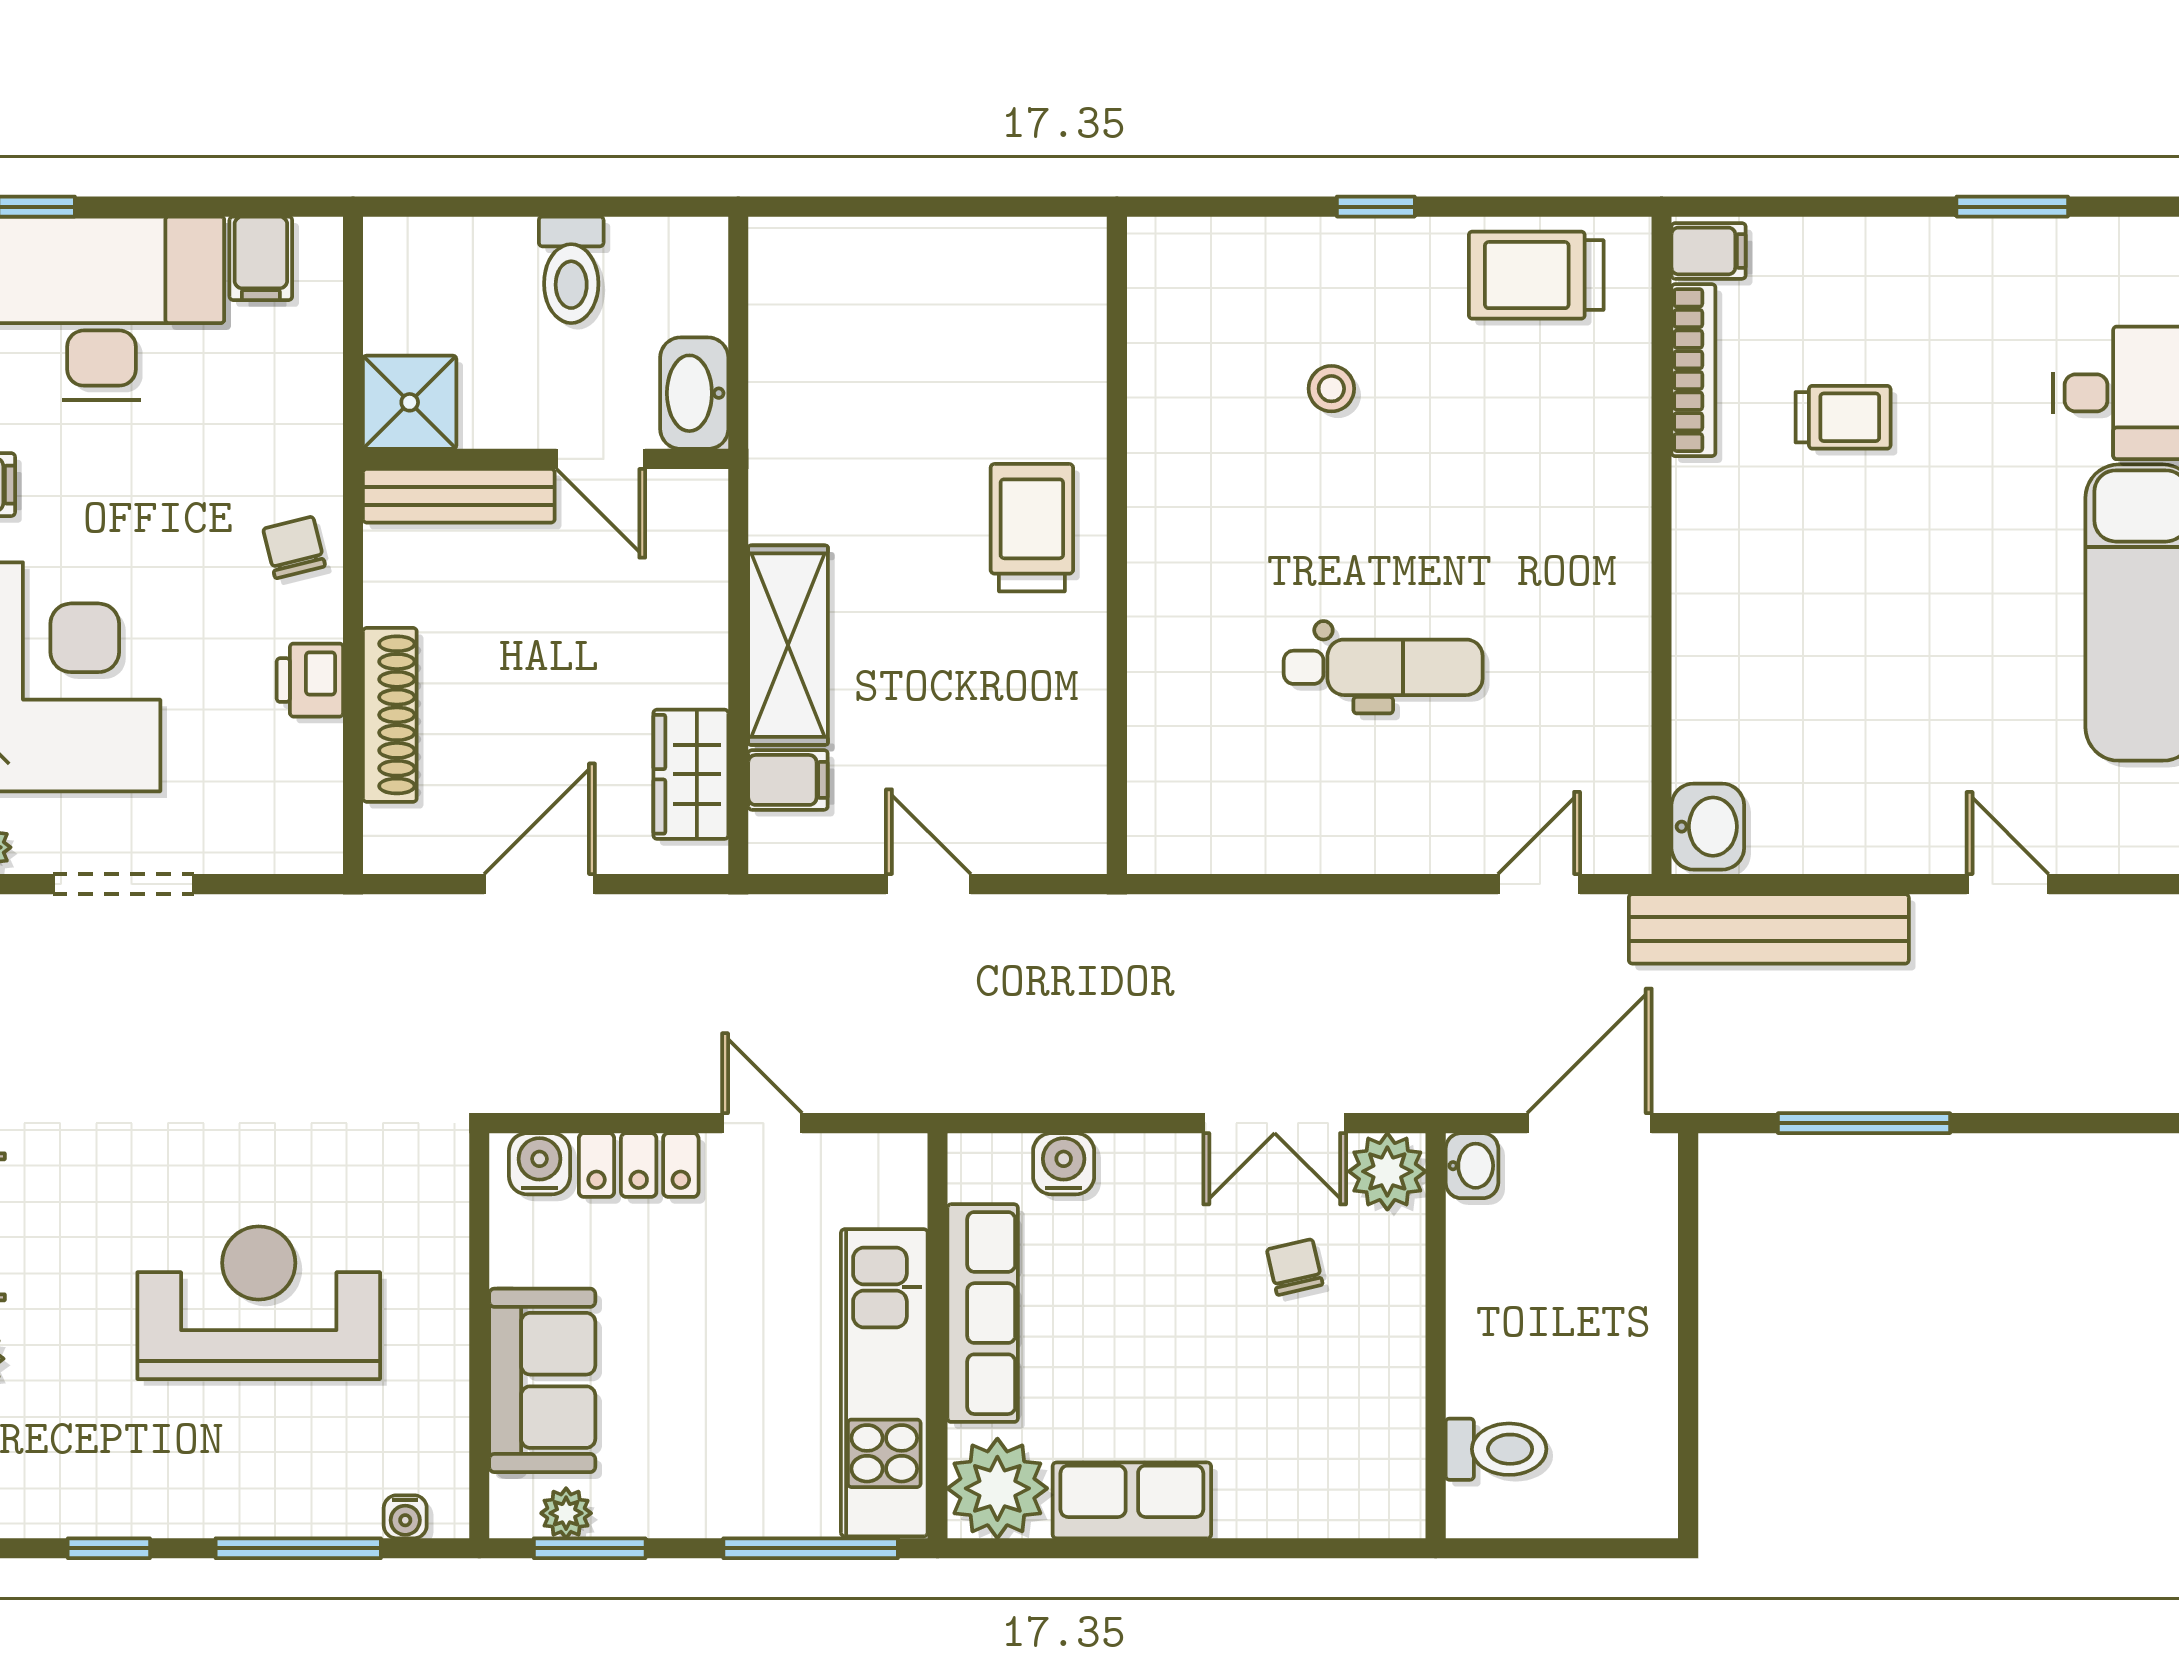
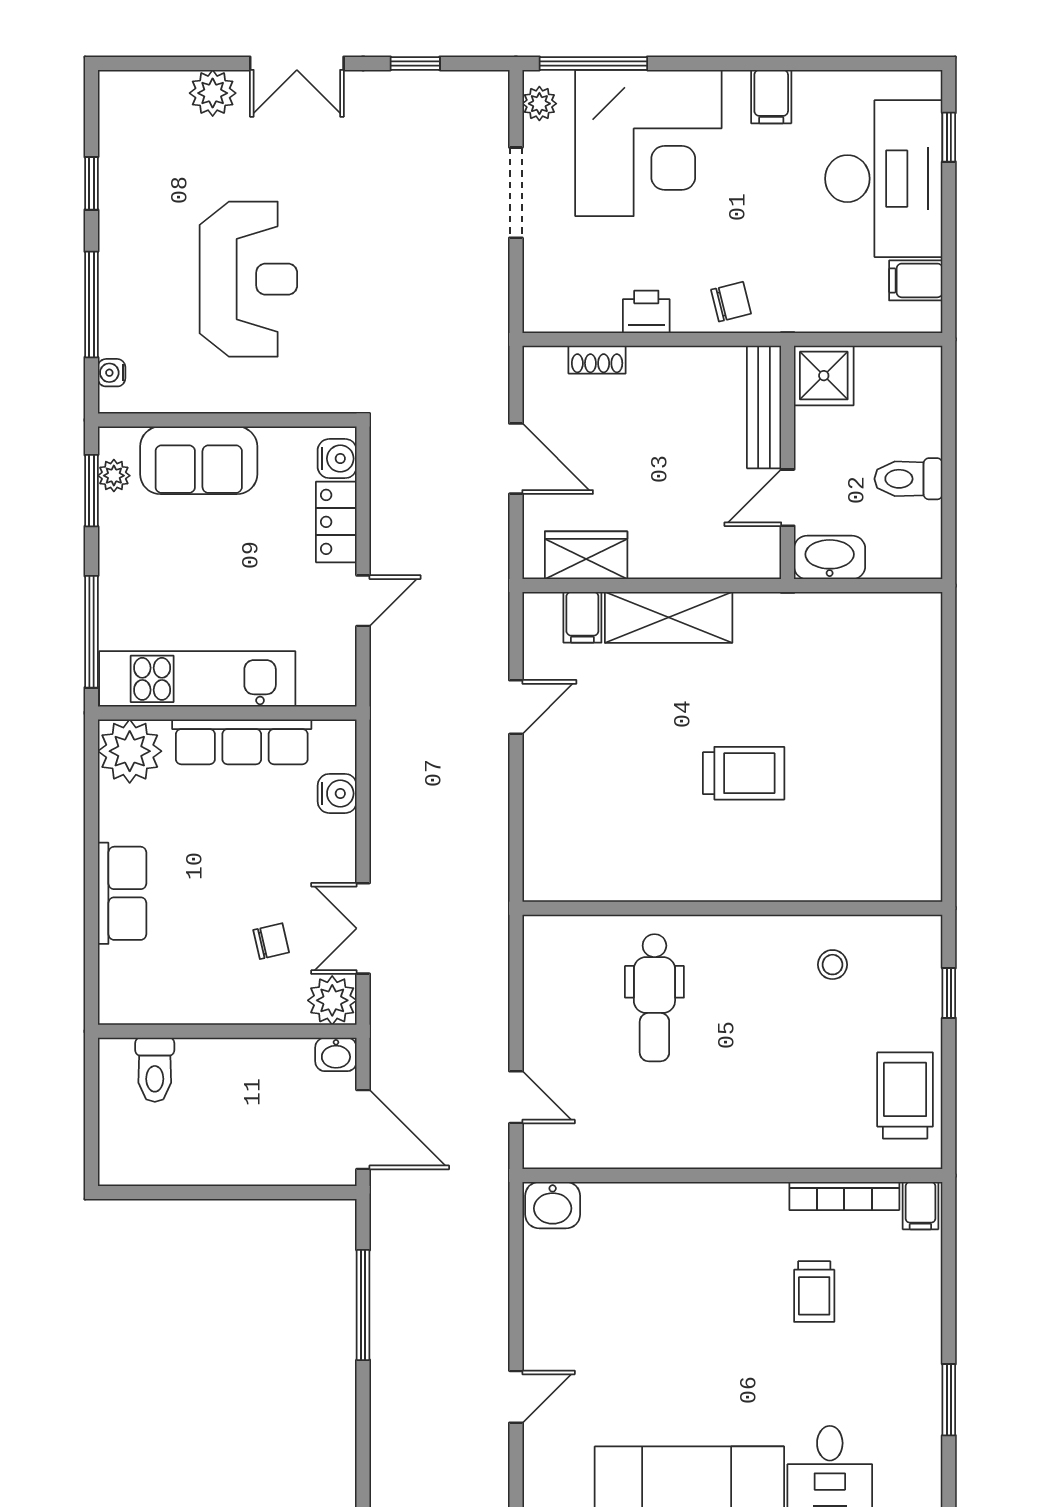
wall: (1117, 545) -> (732, 908), moved
shoe rack: (390, 715) -> (597, 360), width x0.51, depth x0.81
bench: (1769, 929) -> (487, 1244), removed
row of seats: (1132, 1500) -> (122, 893), moved

